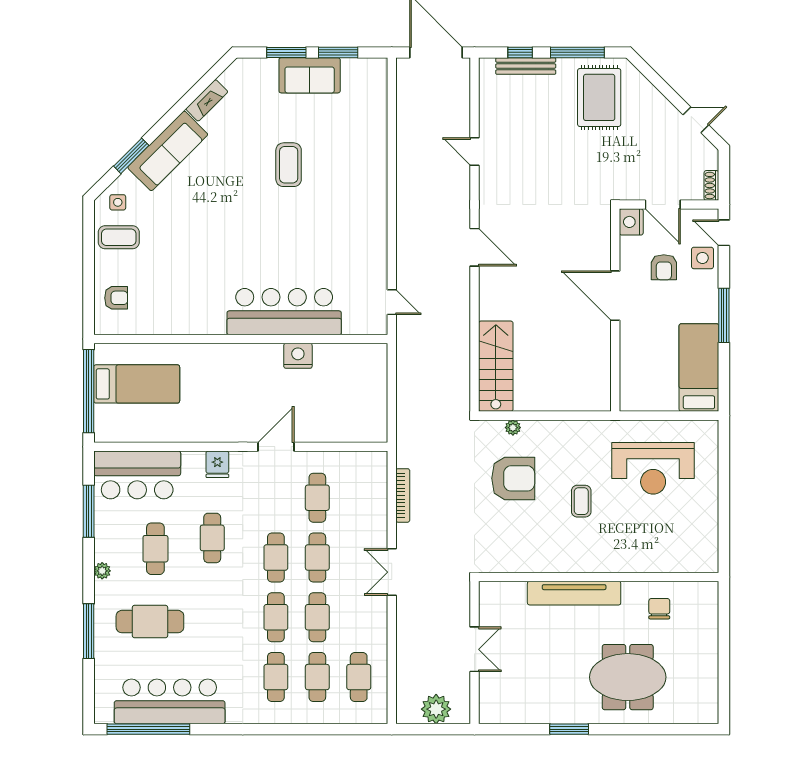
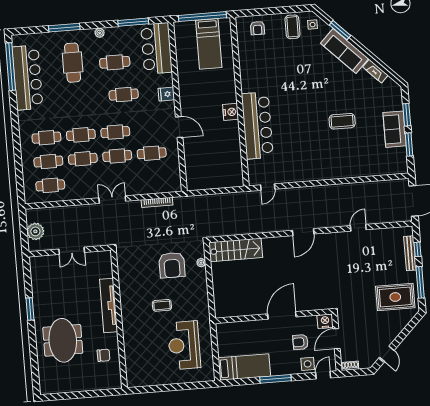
nightstand: (298, 356) -> (231, 112), moved

